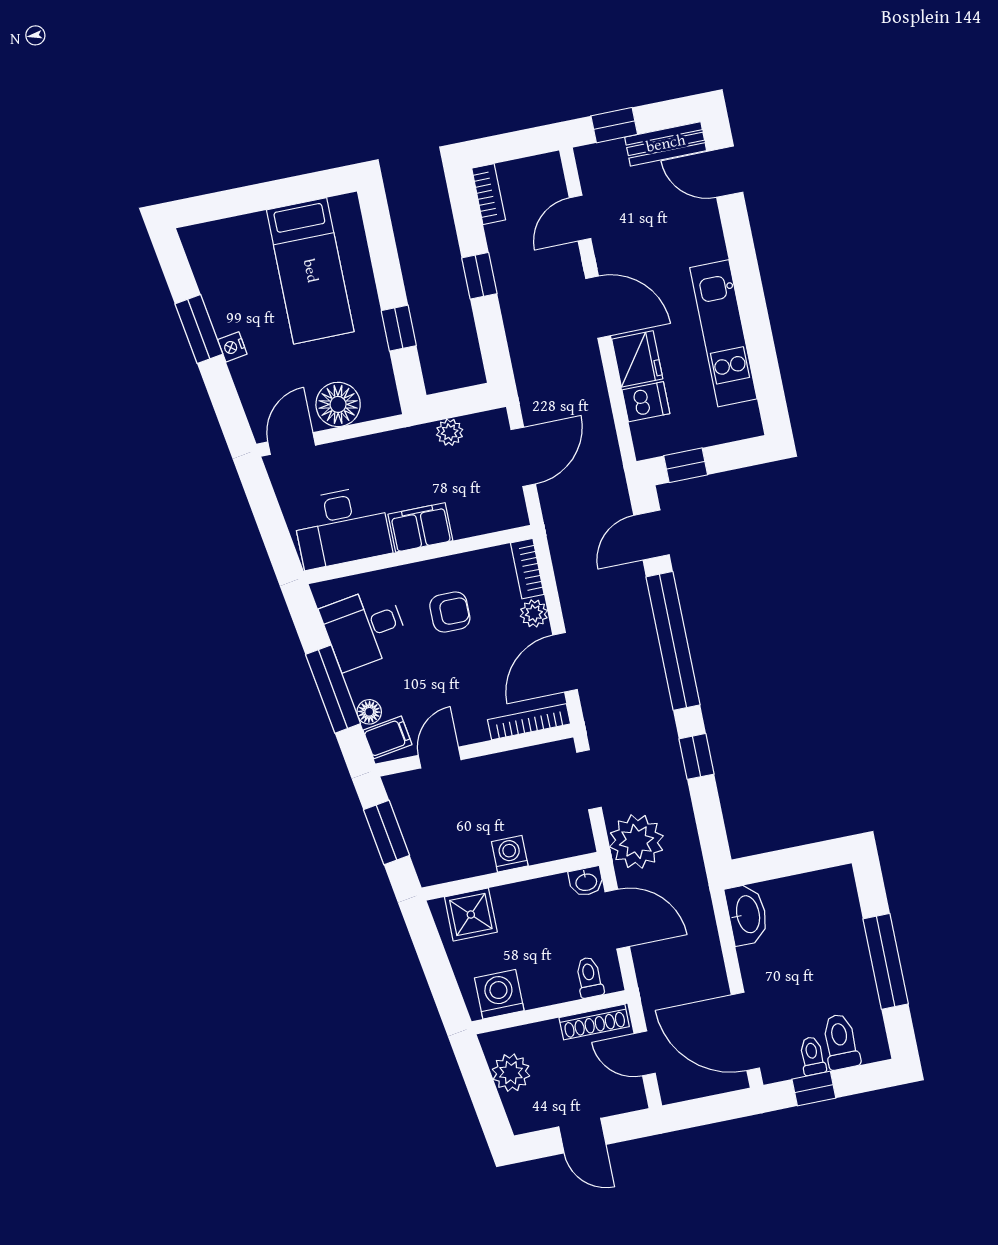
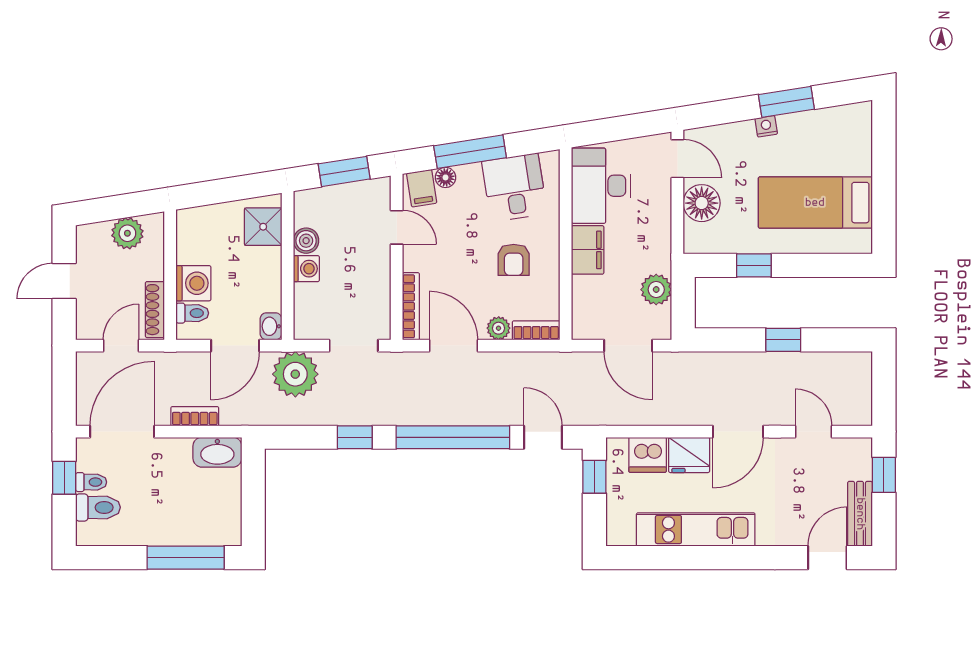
bookcase: (489, 194) -> (195, 416), moved, turned 180
dishwasher: (646, 402) -> (648, 455), width x1.38
plant: (450, 432) -> (656, 290), width x1.38, depth x1.38
boiler: (477, 861) -> (306, 241), added
window: (886, 961) -> (186, 558), moved
washing machine: (499, 994) -> (193, 283), moved

